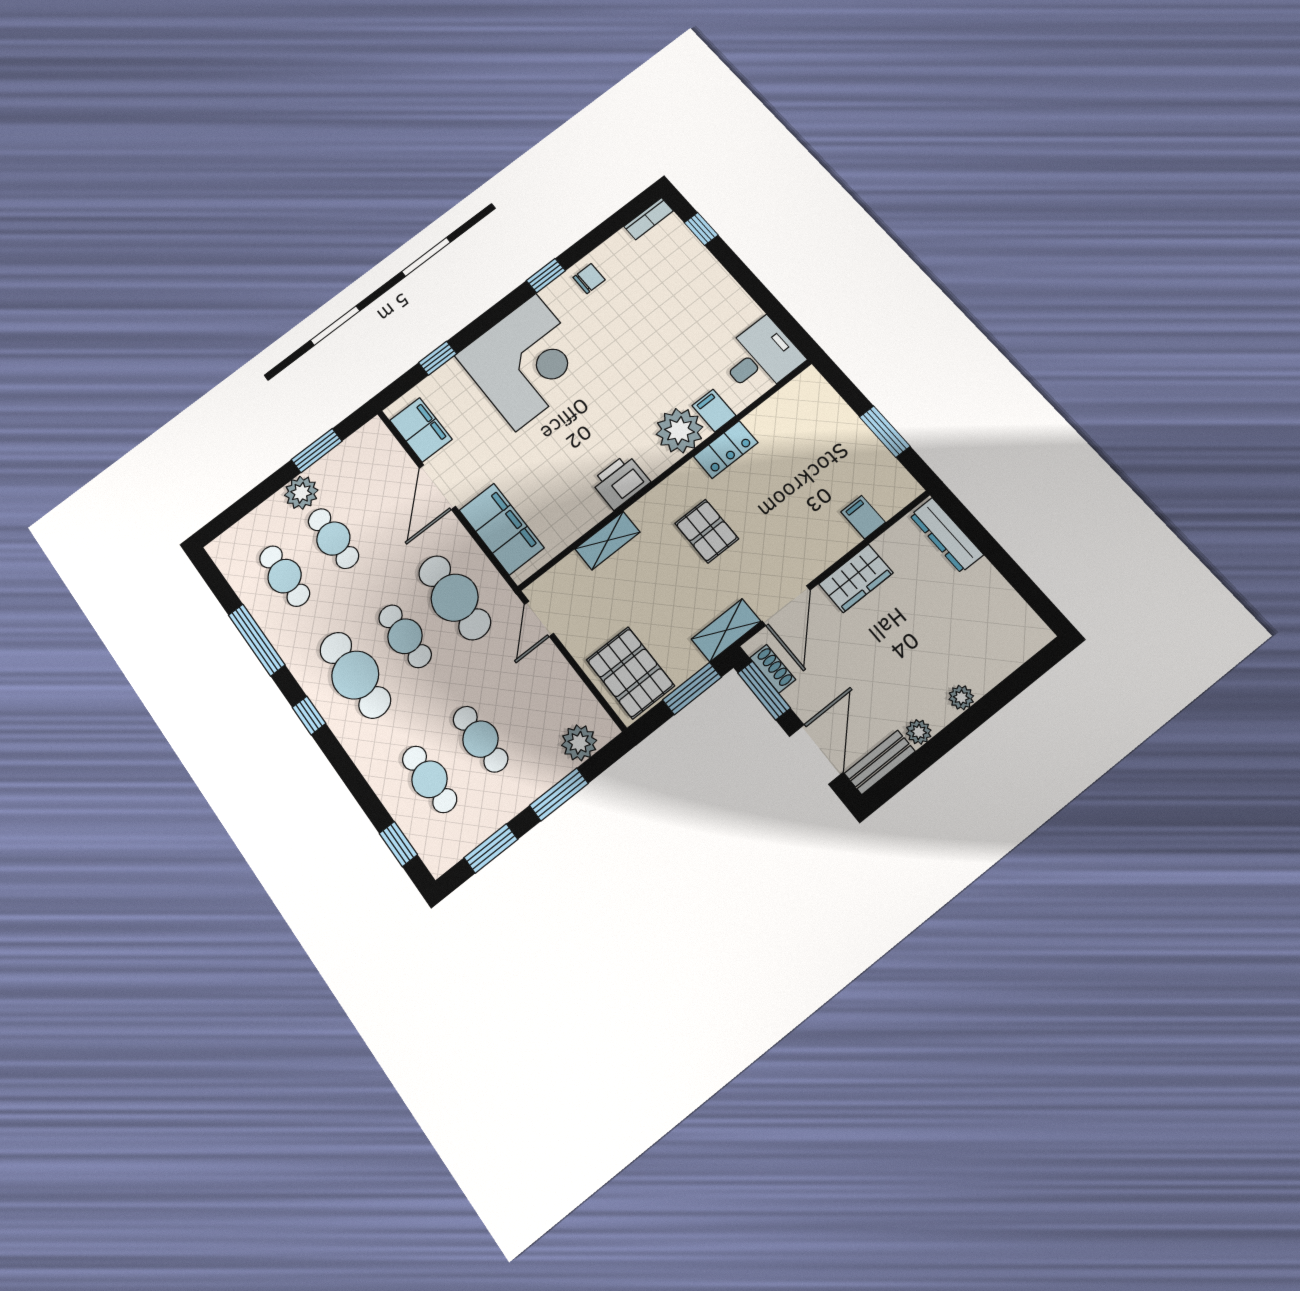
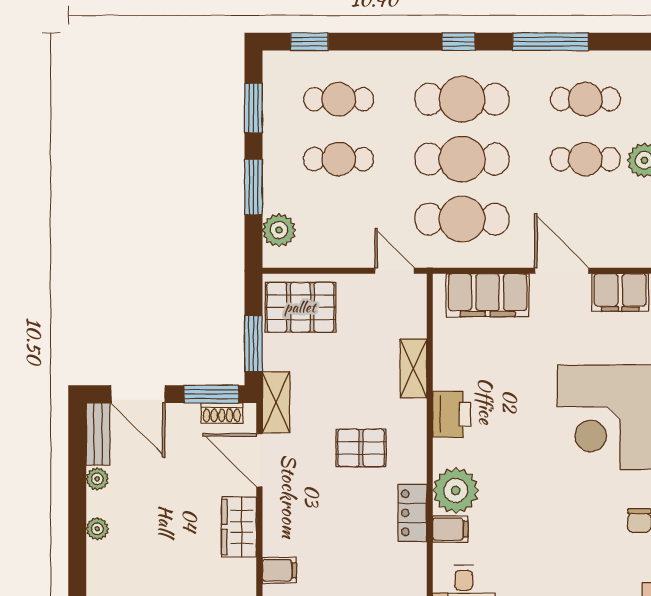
cafe table: (405, 636) -> (462, 159), width x1.37, depth x1.35

